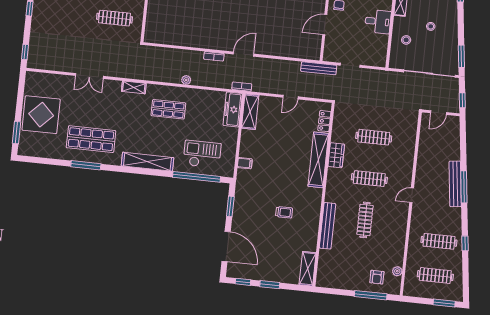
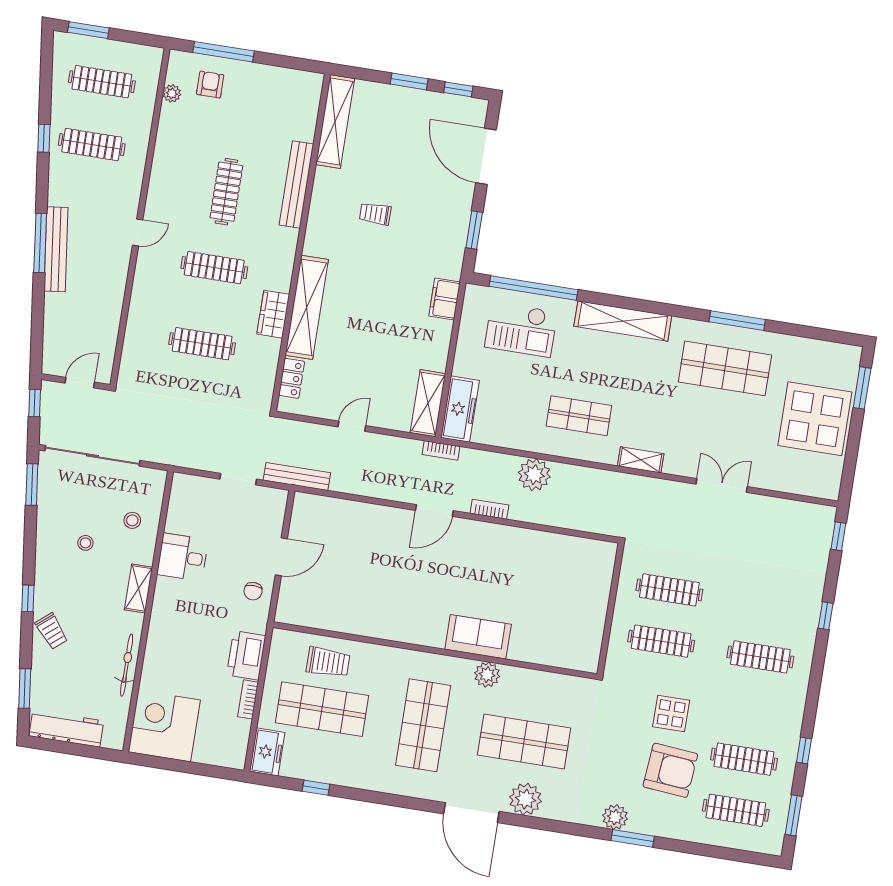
plant: (186, 80) -> (534, 475), width x1.87, depth x1.87
filing cabinet: (245, 163) -> (445, 299), width x2.00
shelving: (308, 269) -> (335, 122), width x1.47

